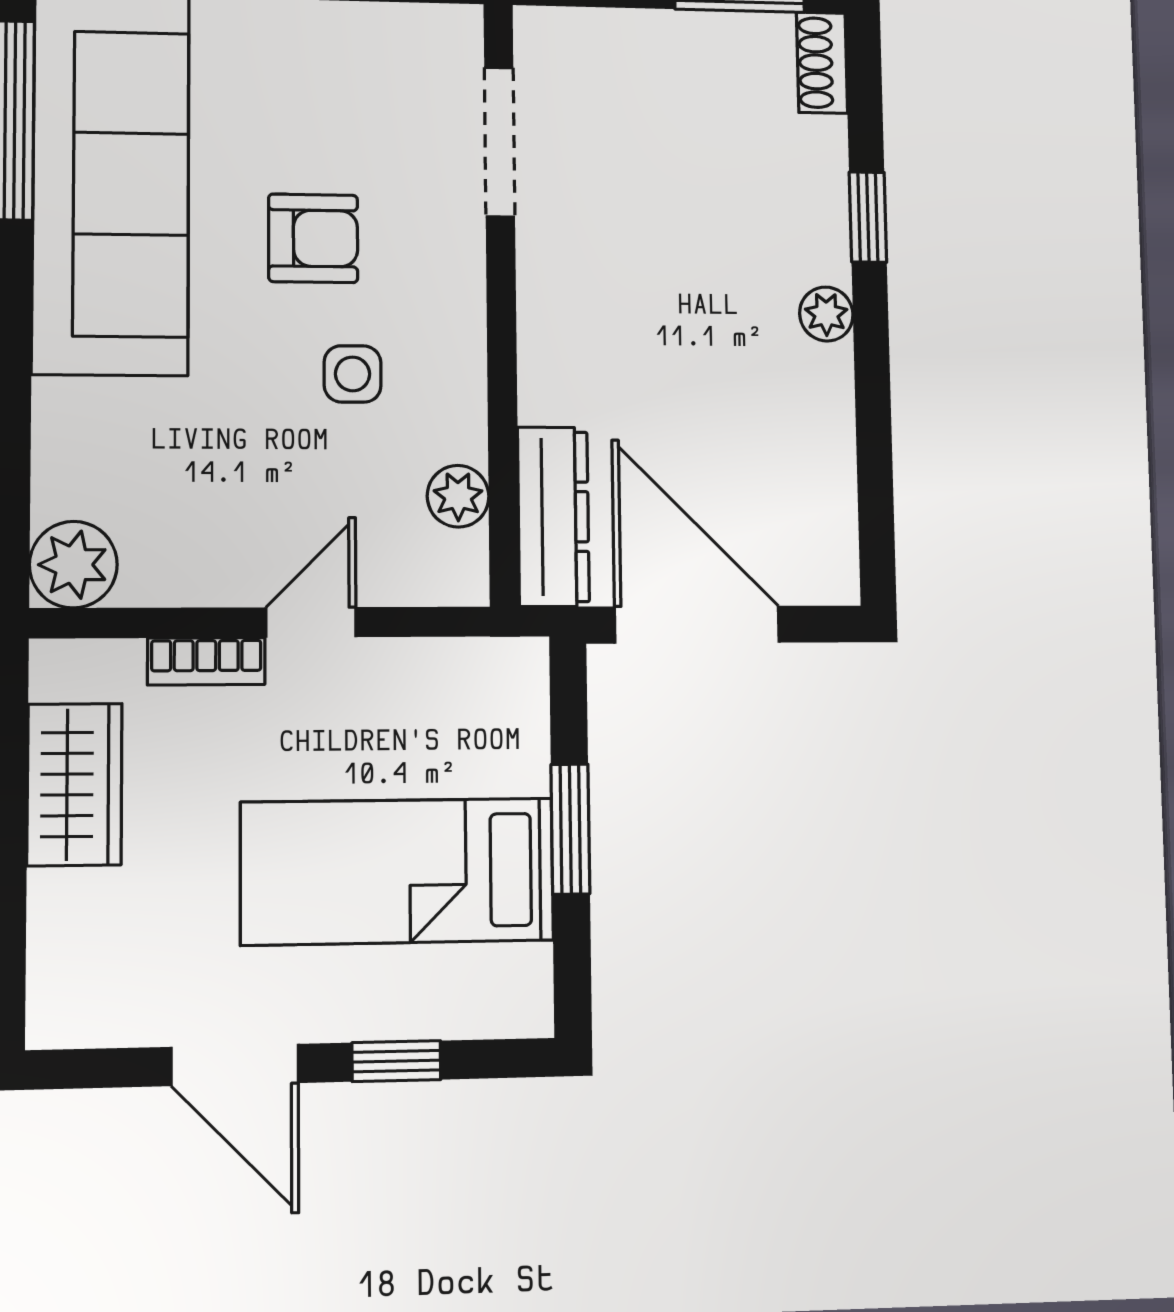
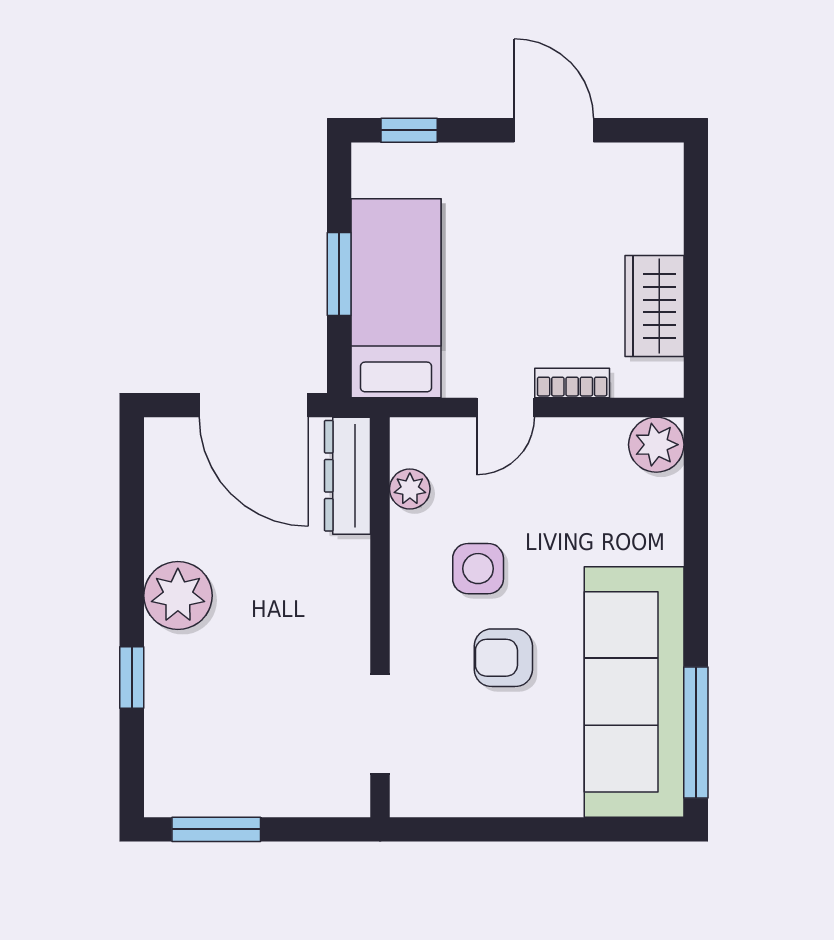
shoe rack: (822, 63) -> (161, 783), removed
plant: (826, 314) -> (178, 596), width x1.88, depth x1.88
side table: (353, 374) -> (478, 569), width x1.37, depth x1.37
bed: (397, 871) -> (396, 298), moved, turned -90
window: (396, 1061) -> (409, 130), moved

